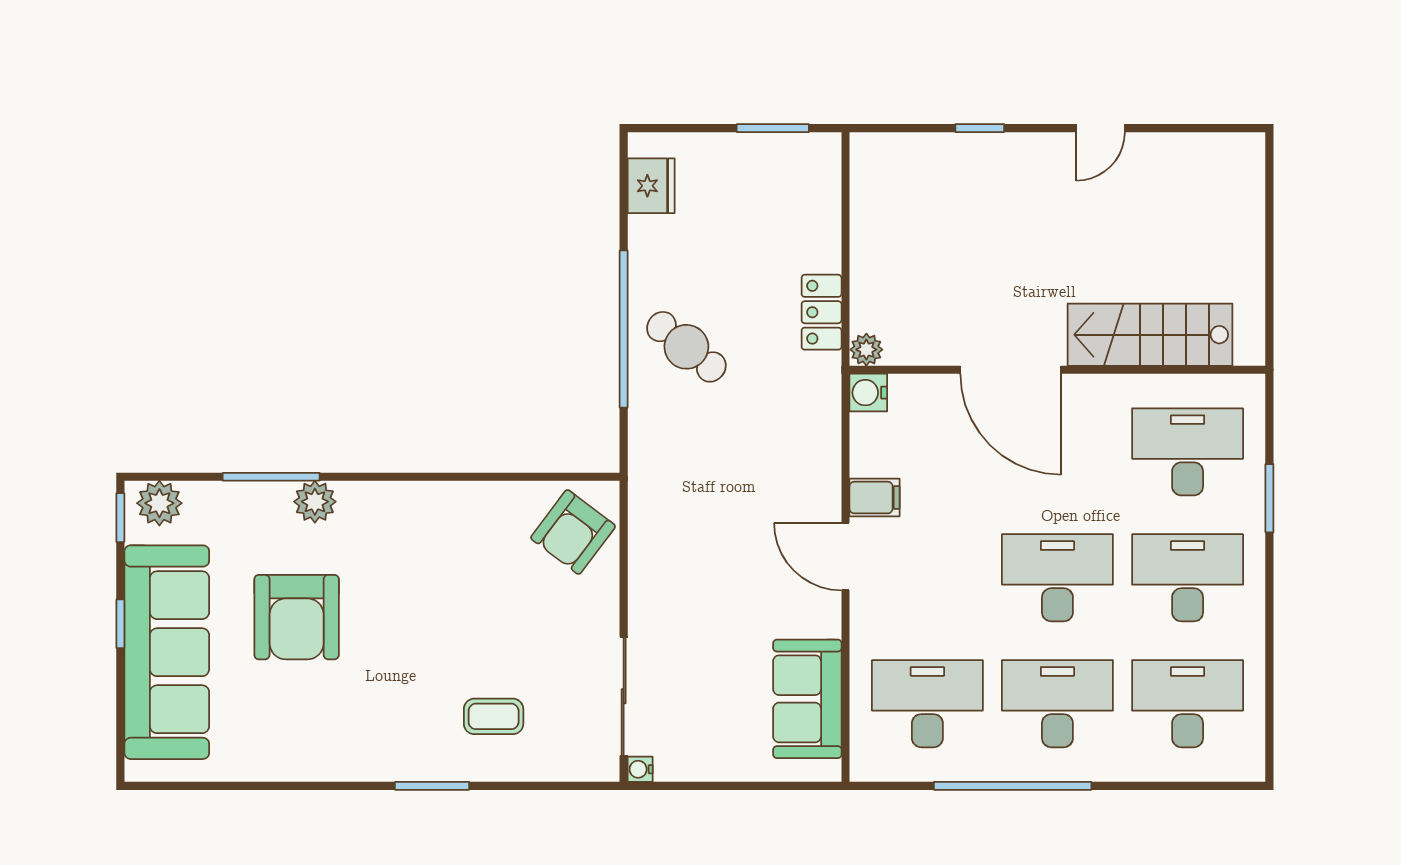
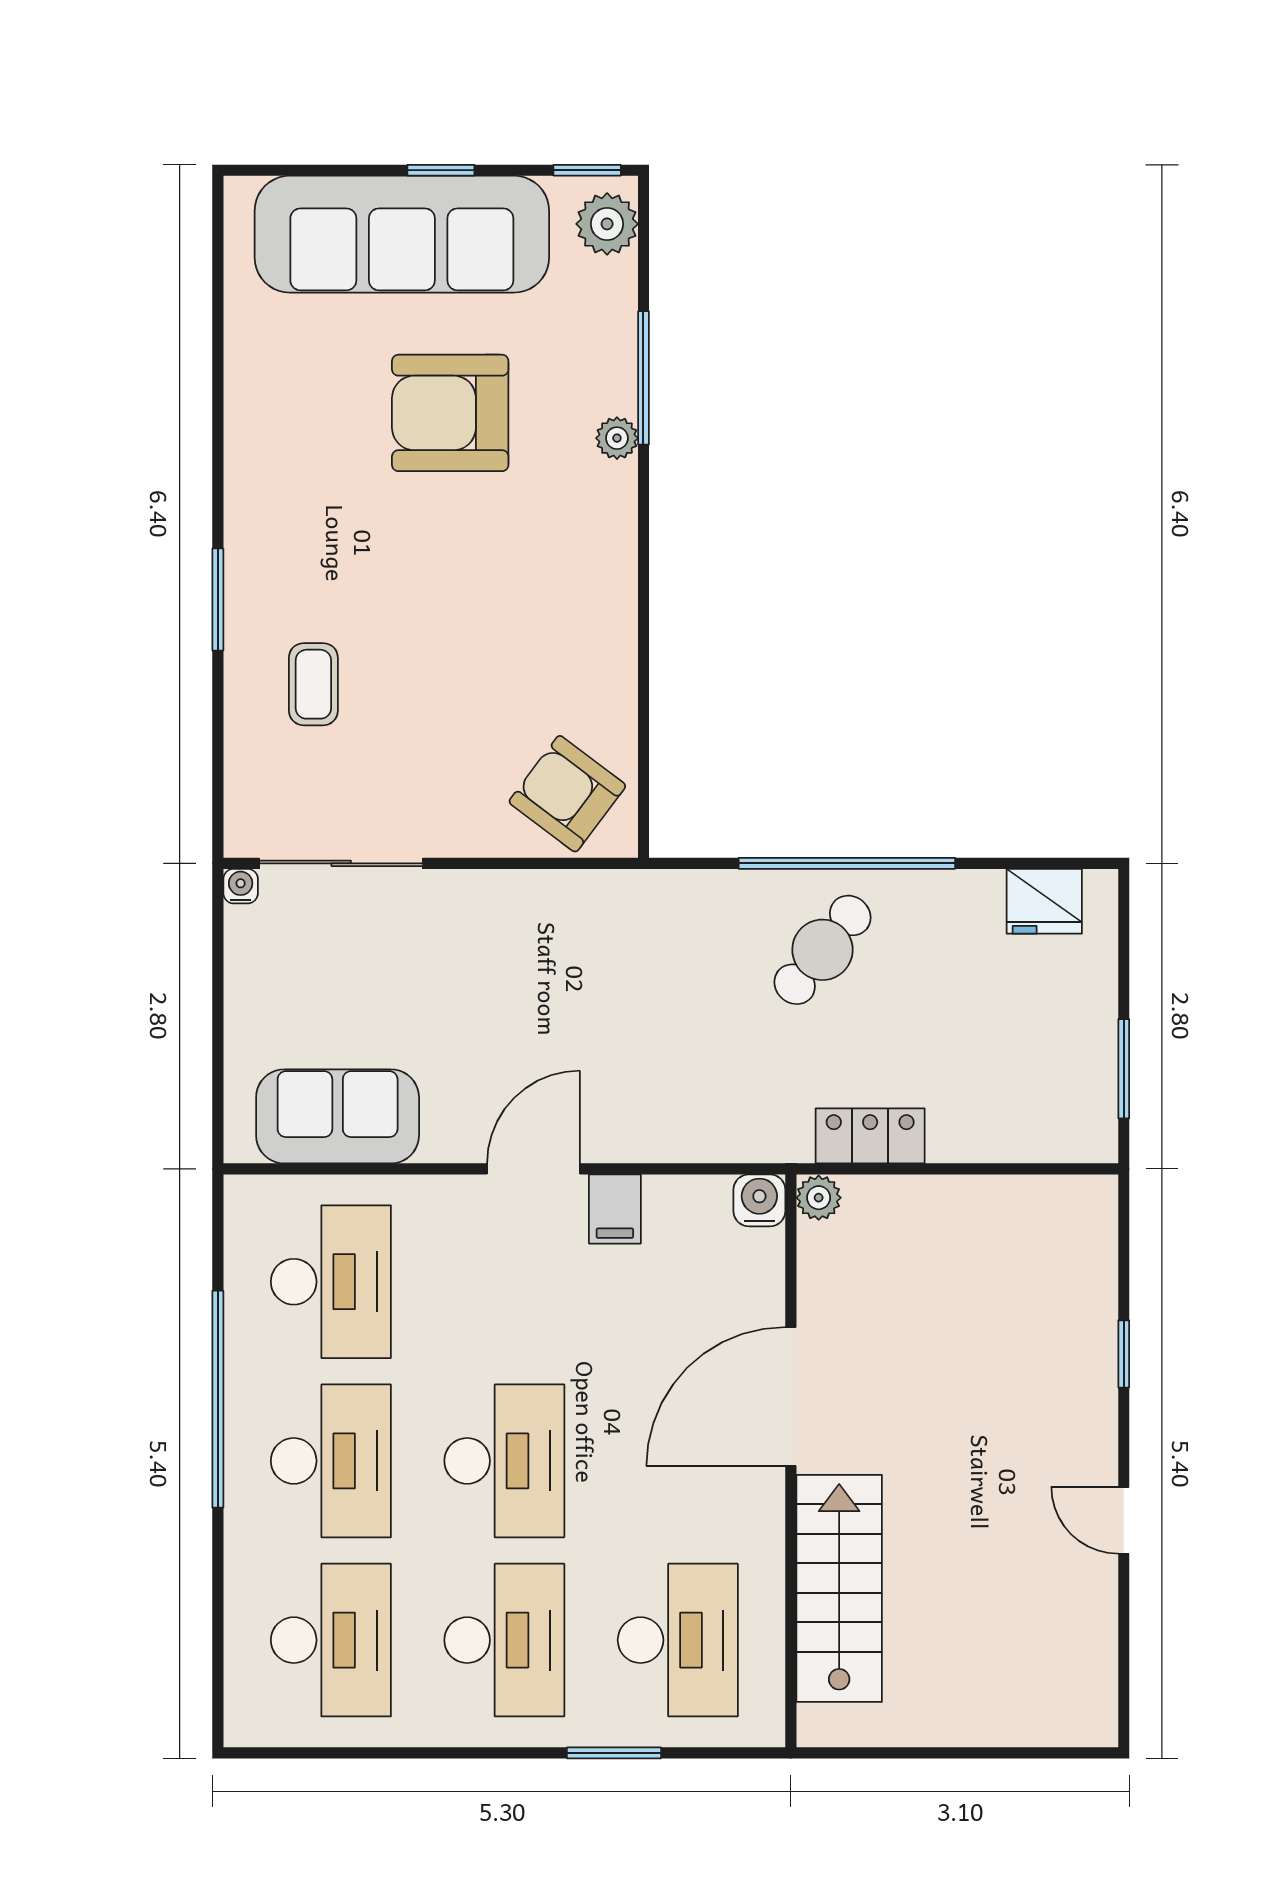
plant: (315, 502) -> (617, 438), width x0.73, depth x0.73

